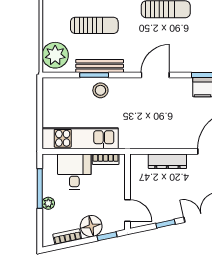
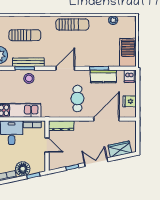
cafe table: (173, 121) -> (77, 99), added
dresser: (167, 161) -> (61, 126), moved
door: (127, 210) -> (47, 145), moved

